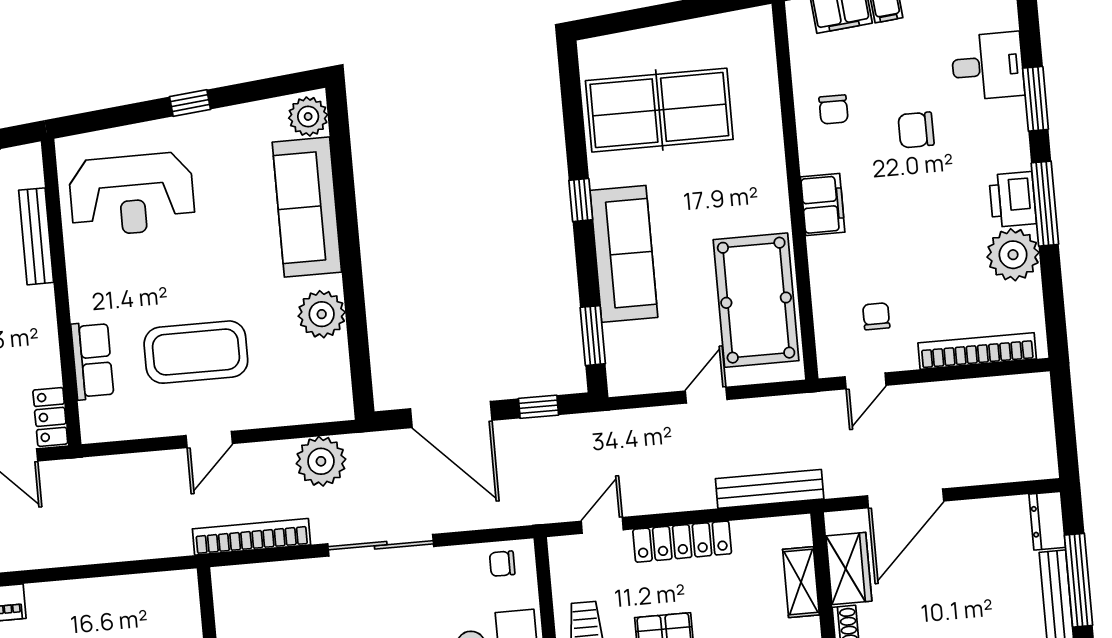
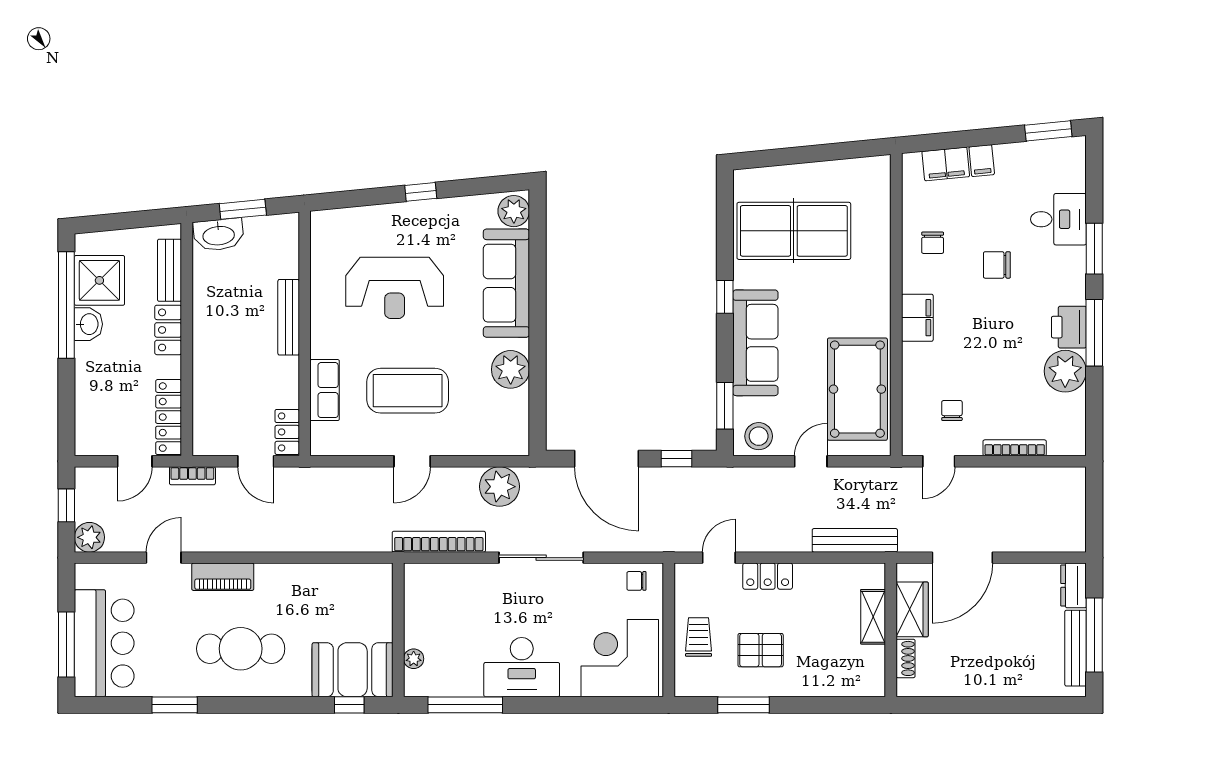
reception desk: (132, 194) -> (395, 288), moved
bench: (36, 236) -> (289, 317), moved
bookcase: (977, 351) -> (1015, 448), width x0.68, depth x0.76
stool: (638, 370) -> (759, 436), added
locker: (682, 542) -> (768, 576), width x0.66

